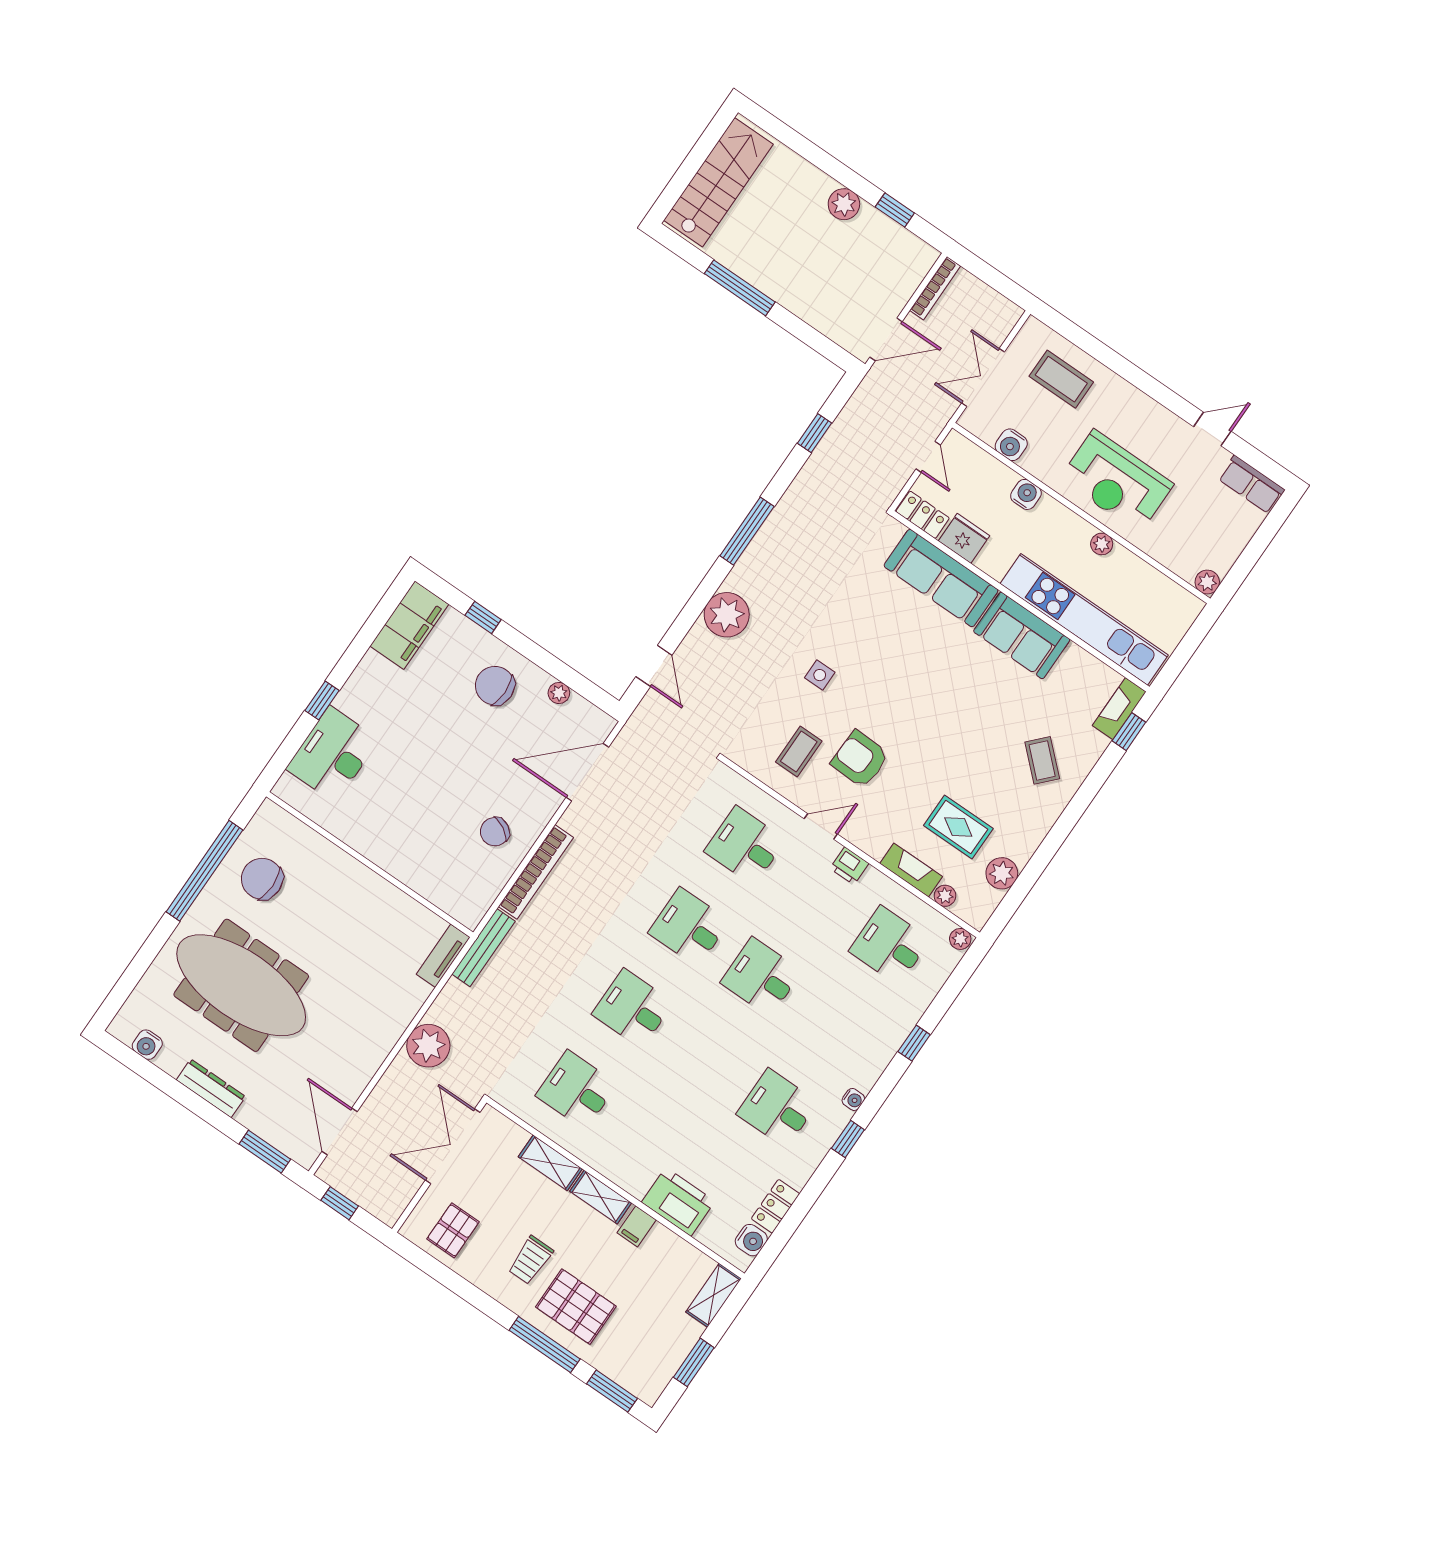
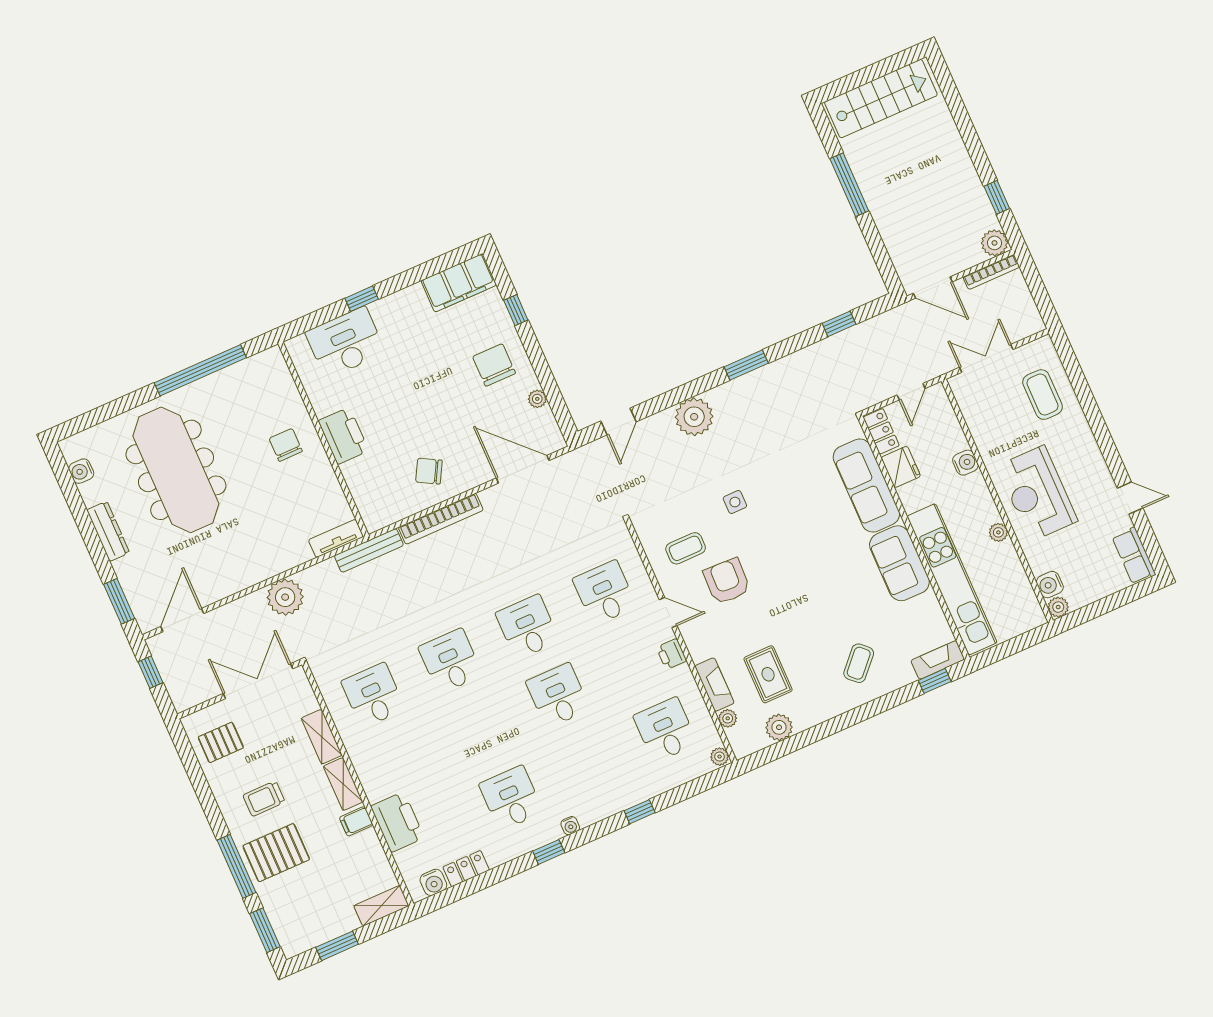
plant: (844, 204) -> (995, 243), moved
water cooler: (1011, 445) -> (1050, 585), moved
window: (747, 531) -> (746, 365), width x0.69
printer: (388, 849) -> (343, 436), added
chair: (262, 879) -> (286, 445), moved, width x0.73, depth x0.73
pallet: (576, 1307) -> (276, 853), turned 90

